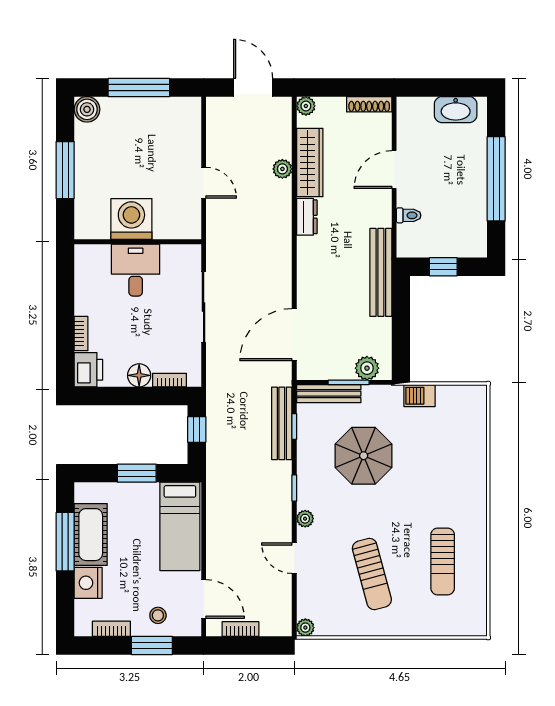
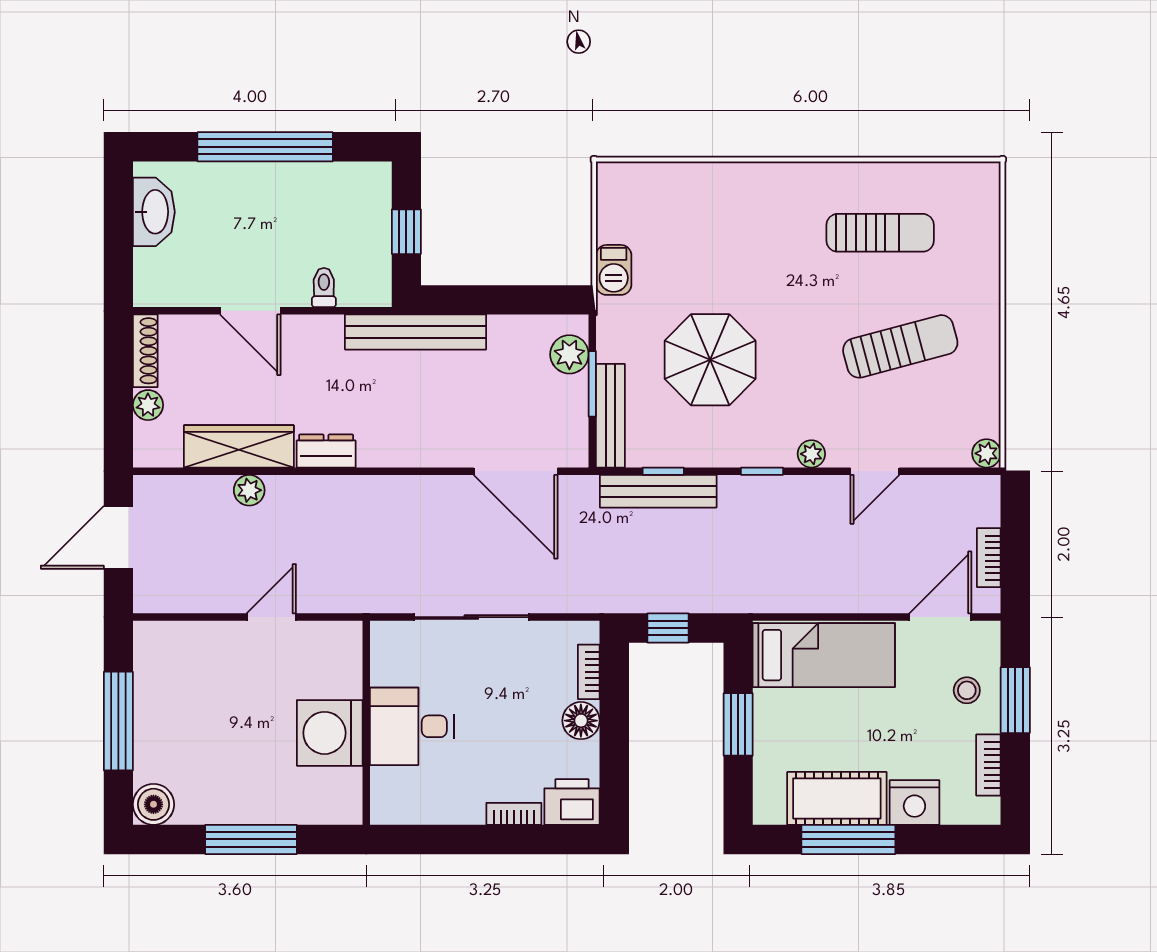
plant: (306, 106) -> (148, 405), moved

